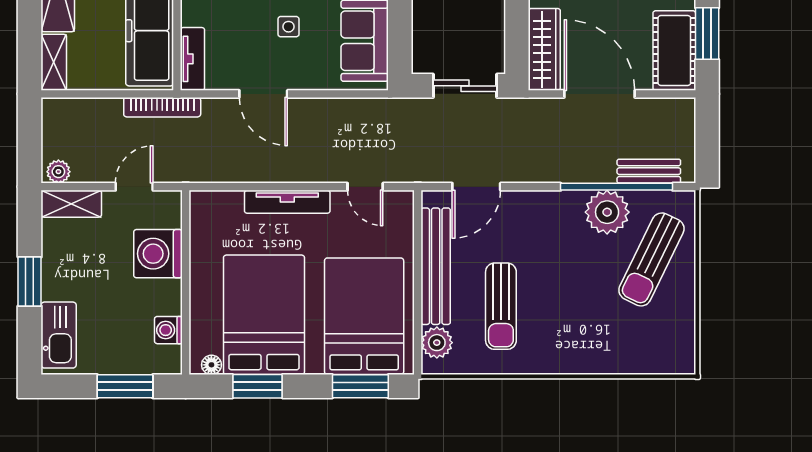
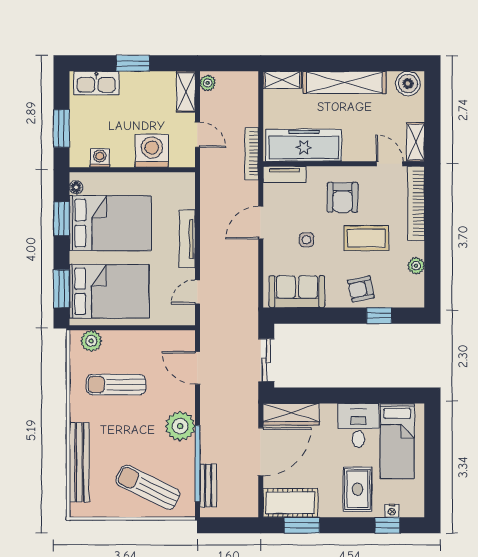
plant: (607, 212) -> (180, 426), moved
bench: (436, 266) -> (79, 462), moved, turned 90

